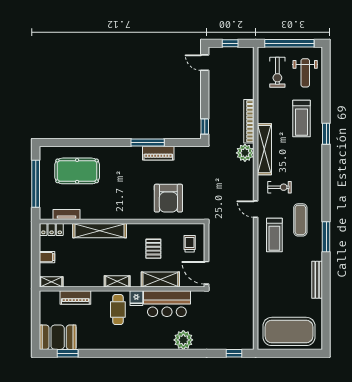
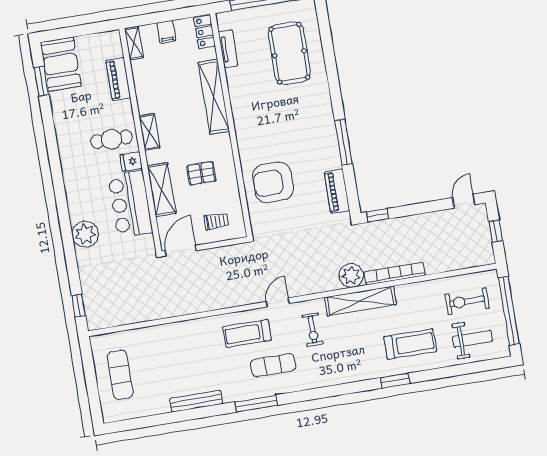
weight bench: (305, 73) -> (472, 339), turned 180
treadmill: (302, 118) -> (410, 344), turned 180
piano: (158, 153) -> (337, 191), moved
exercise mat: (289, 331) -> (120, 375), width x0.50, depth x0.69

